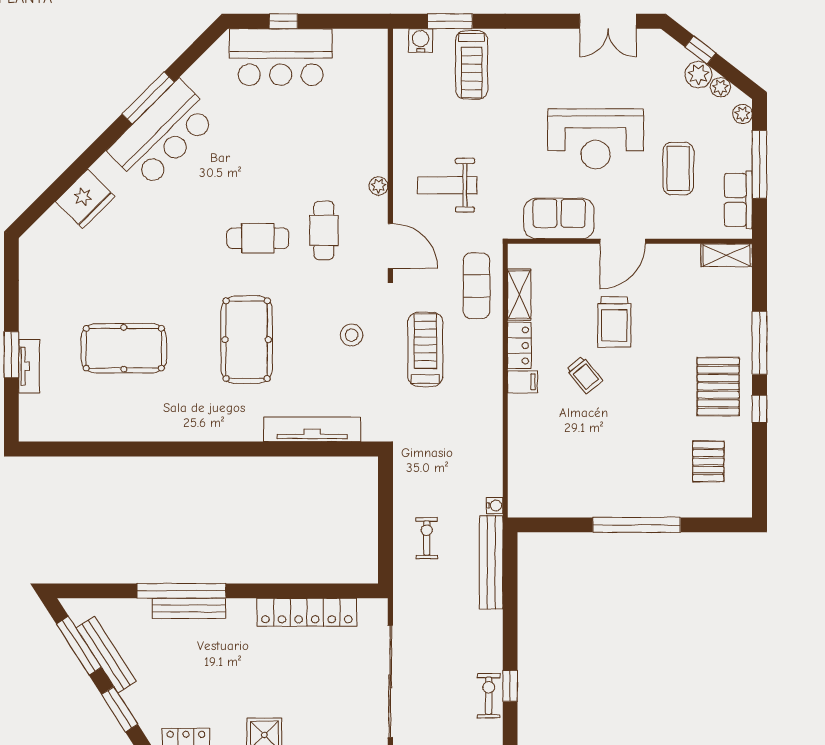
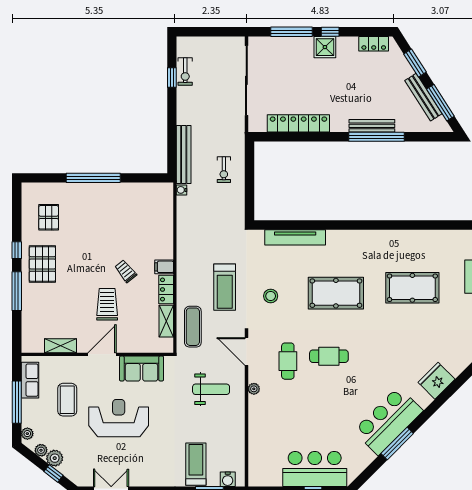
shelving: (727, 255) -> (60, 346), moved
pool table: (247, 340) -> (336, 293), turned 90

